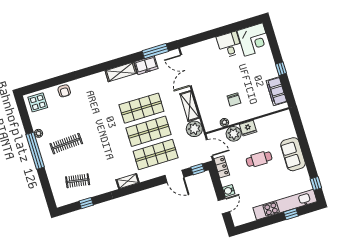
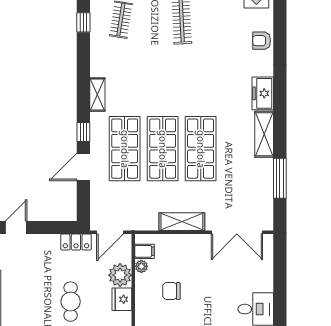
window: (155, 51) -> (280, 178), moved
freezer: (146, 65) -> (263, 93), moved
double door: (186, 70) -> (237, 232), swing flipped
filing cabinet: (215, 123) -> (145, 251), added
plant: (194, 129) -> (145, 218), removed
window: (198, 169) -> (83, 132), moved
water cooler: (229, 191) -> (37, 242), removed
door: (224, 206) -> (16, 227), swing flipped

